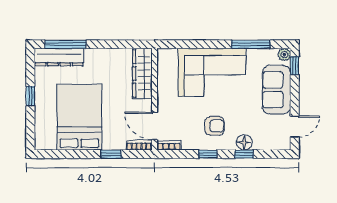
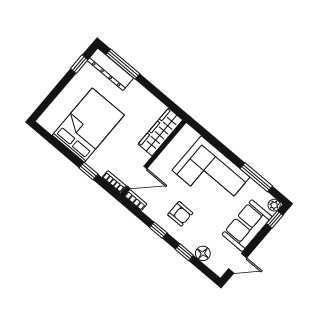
window: (30, 96) -> (79, 64), moved
door: (155, 126) -> (137, 177), swing flipped
floor lamp: (244, 142) -> (203, 253), moved

